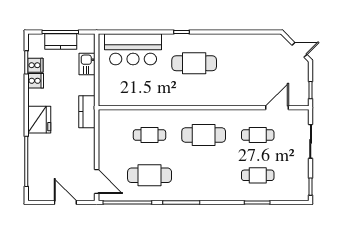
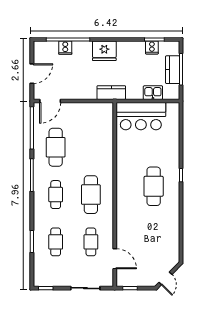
bar counter: (133, 49) -> (141, 116), moved, turned -90
cooker: (36, 81) -> (65, 48), moved
cafe table: (150, 135) -> (56, 195), moved

